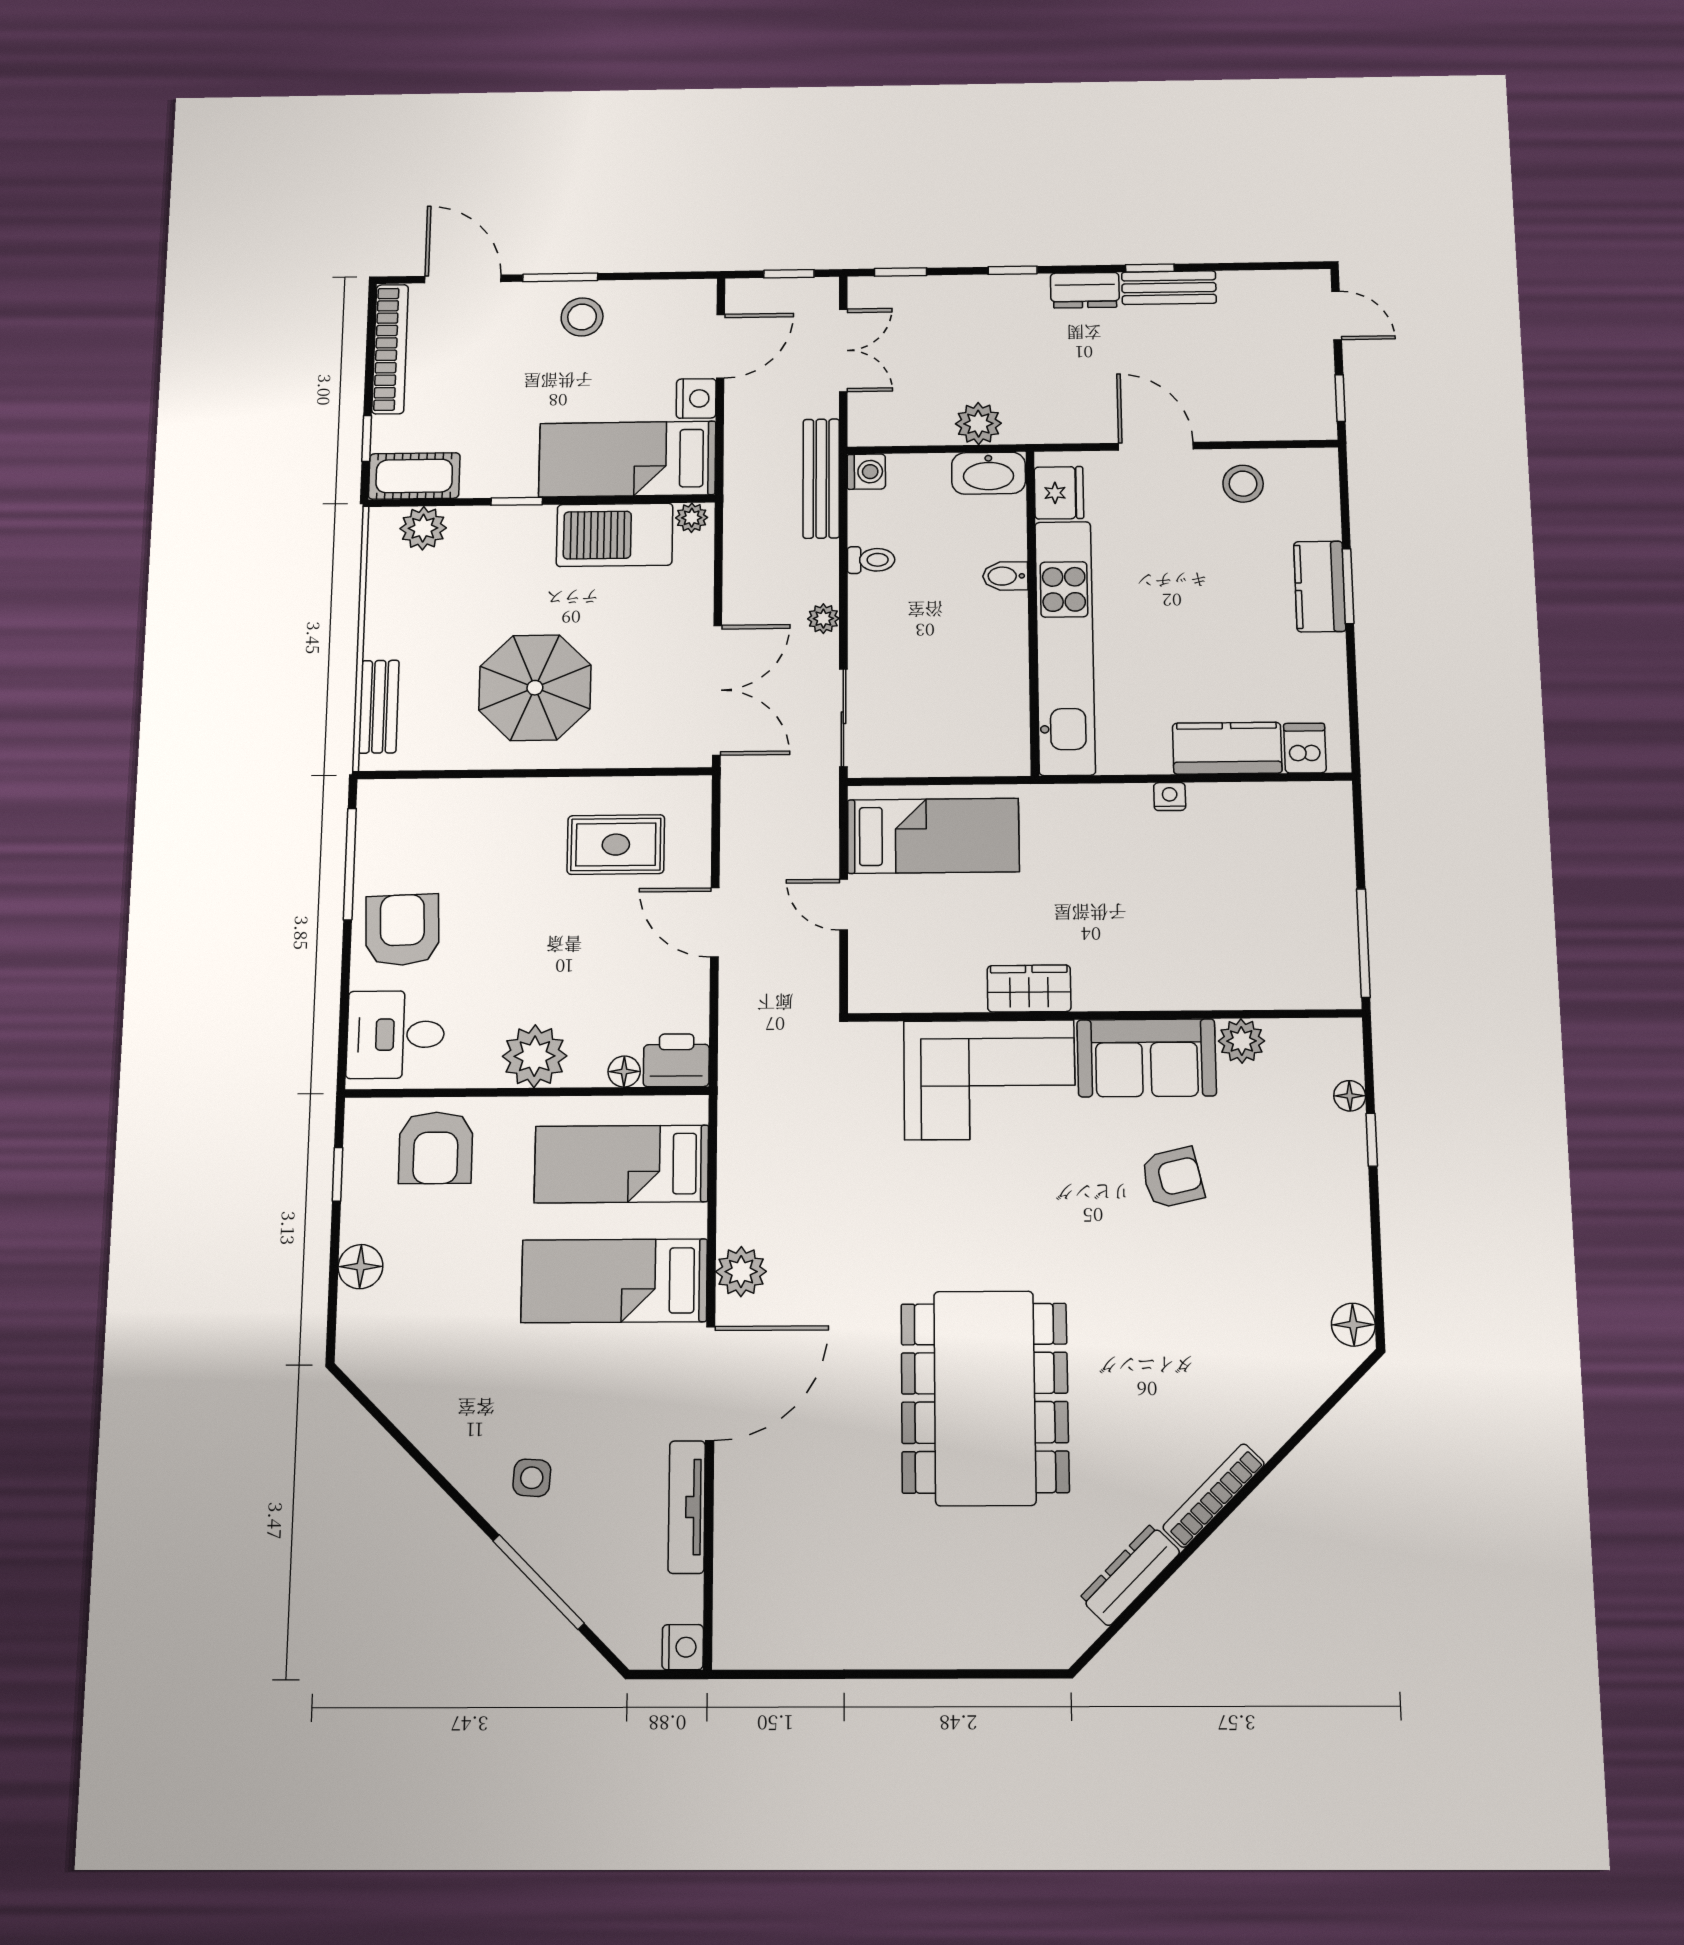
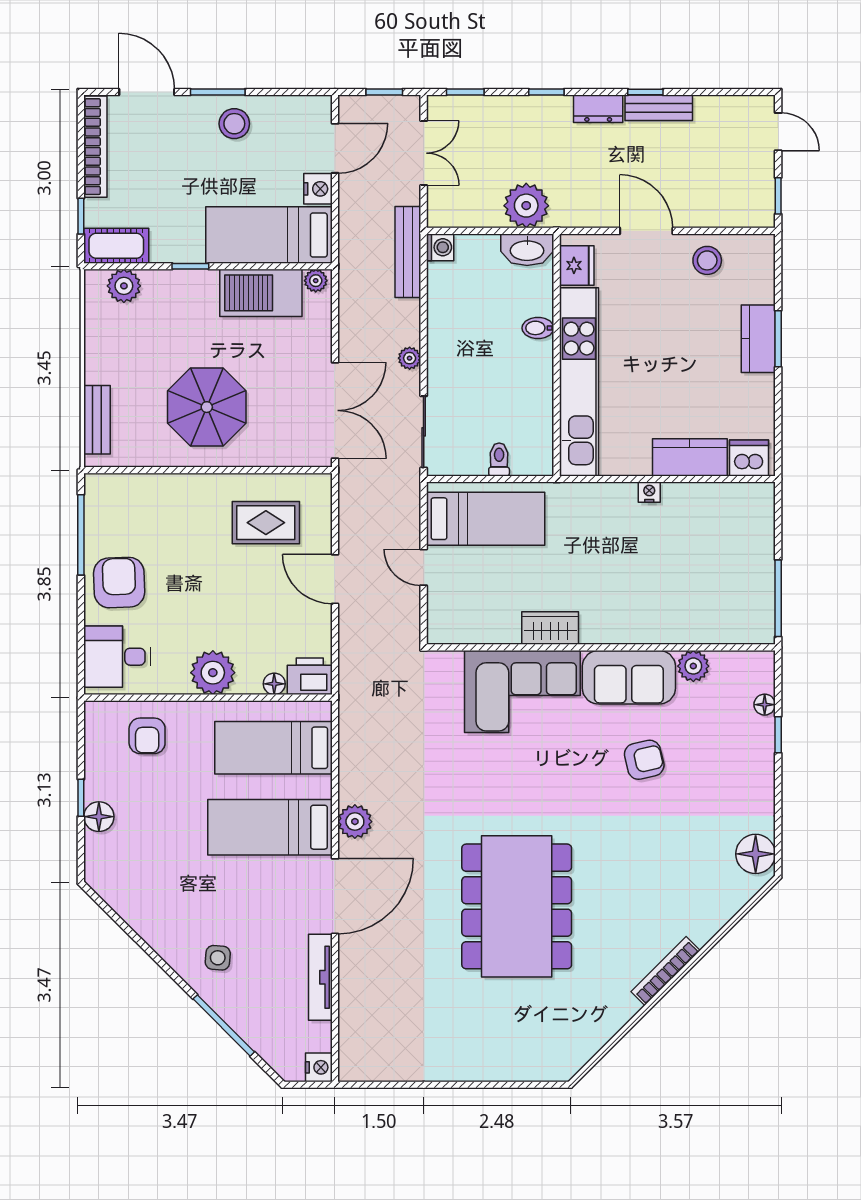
plant: (978, 424) -> (526, 206), width x1.36, depth x1.36
toilet: (871, 560) -> (499, 459), moved, turned -90
dishwasher: (1305, 748) -> (749, 458), width x1.38
armchair: (436, 1148) -> (147, 736), width x0.72, depth x0.72
window: (338, 1174) -> (81, 798), moved
floor lamp: (1353, 1325) -> (756, 854), width x1.38, depth x1.38
dresser: (1130, 1575) -> (610, 1022), removed

